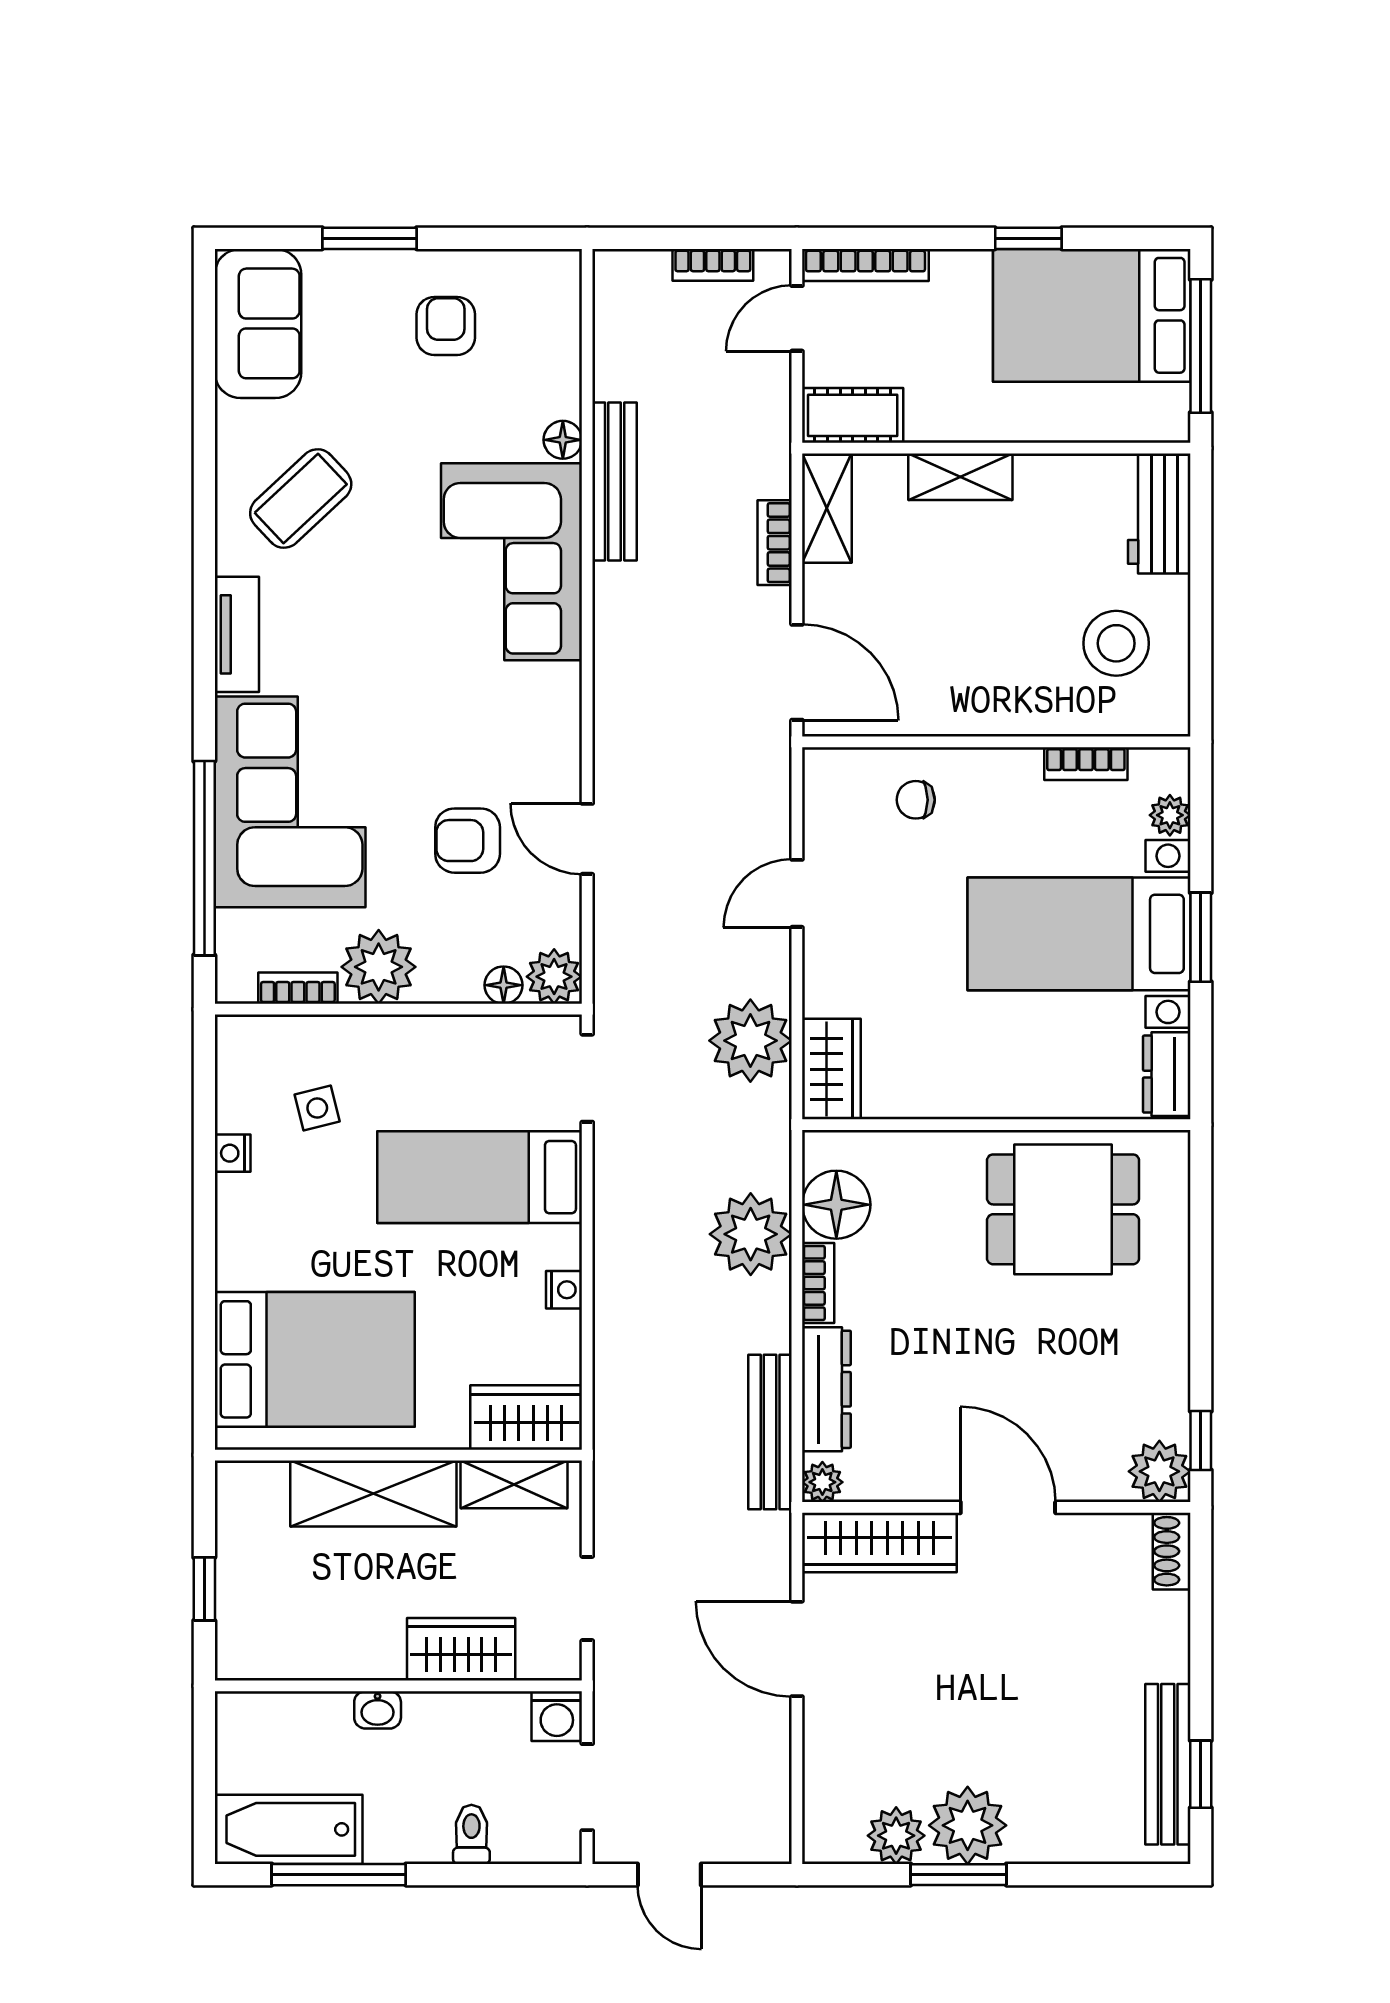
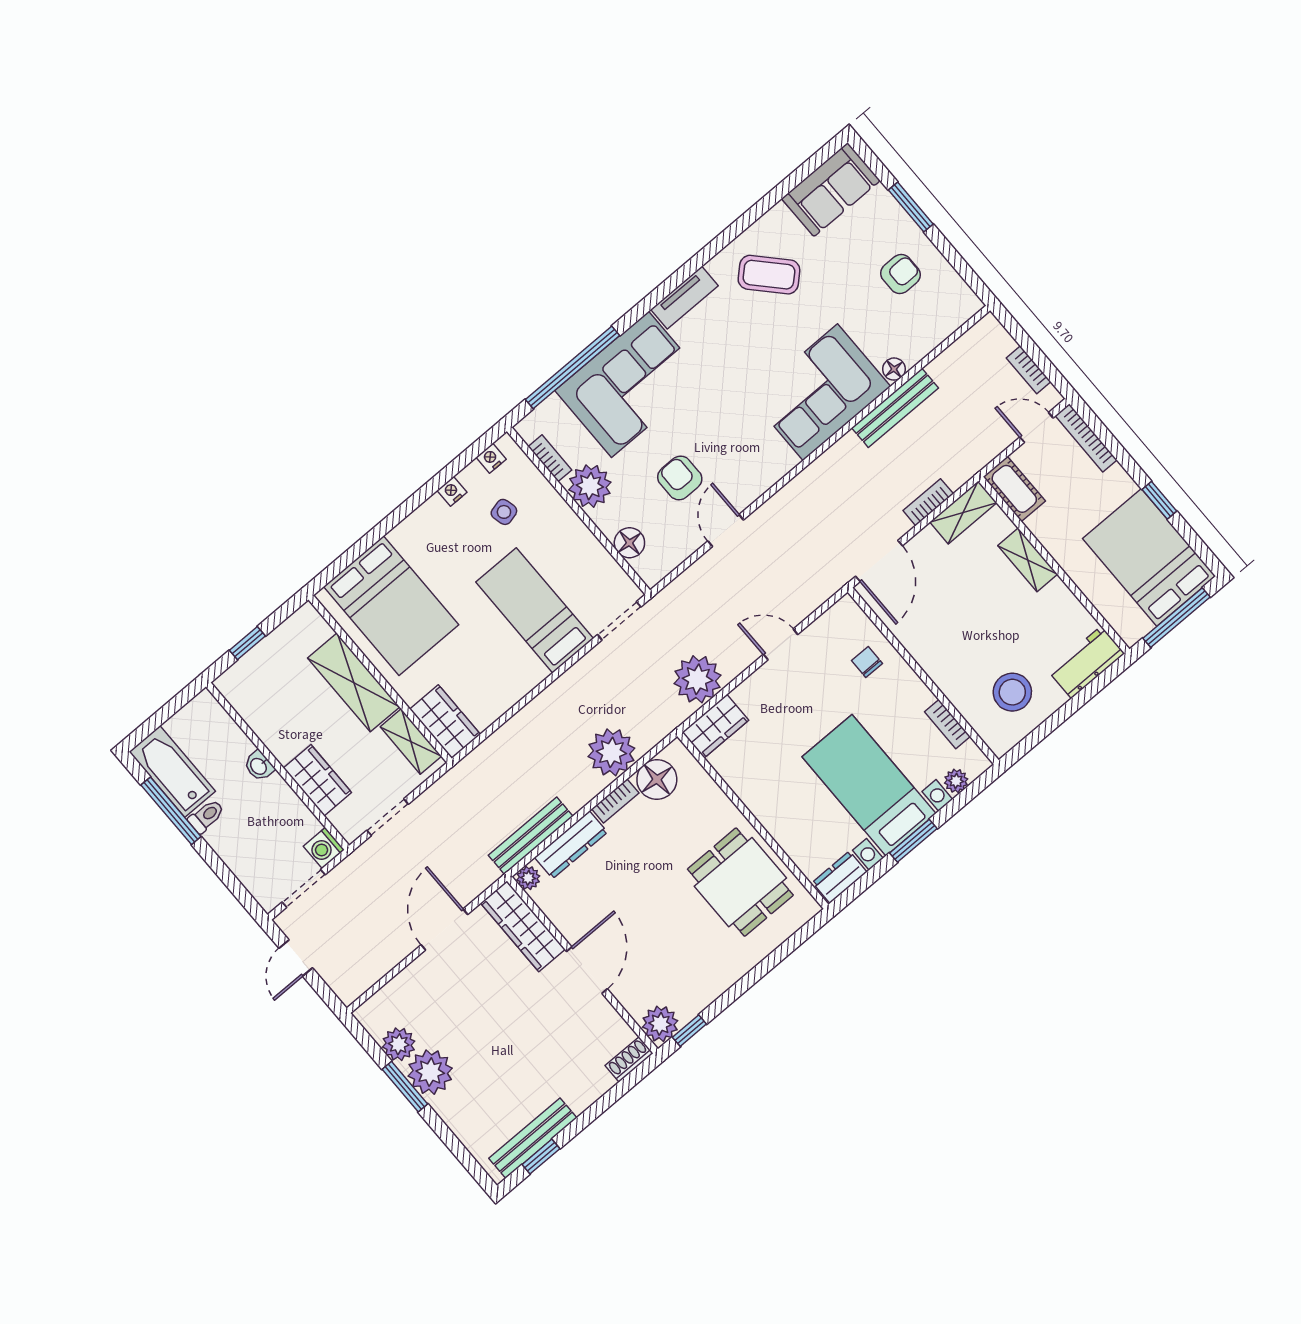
plant: (554, 977) -> (652, 568), removed
floor lamp: (504, 985) -> (629, 543), width x1.37, depth x1.37
nightstand: (564, 1290) -> (491, 458), moved, turned 180
toilet: (471, 1834) -> (206, 816), moved

